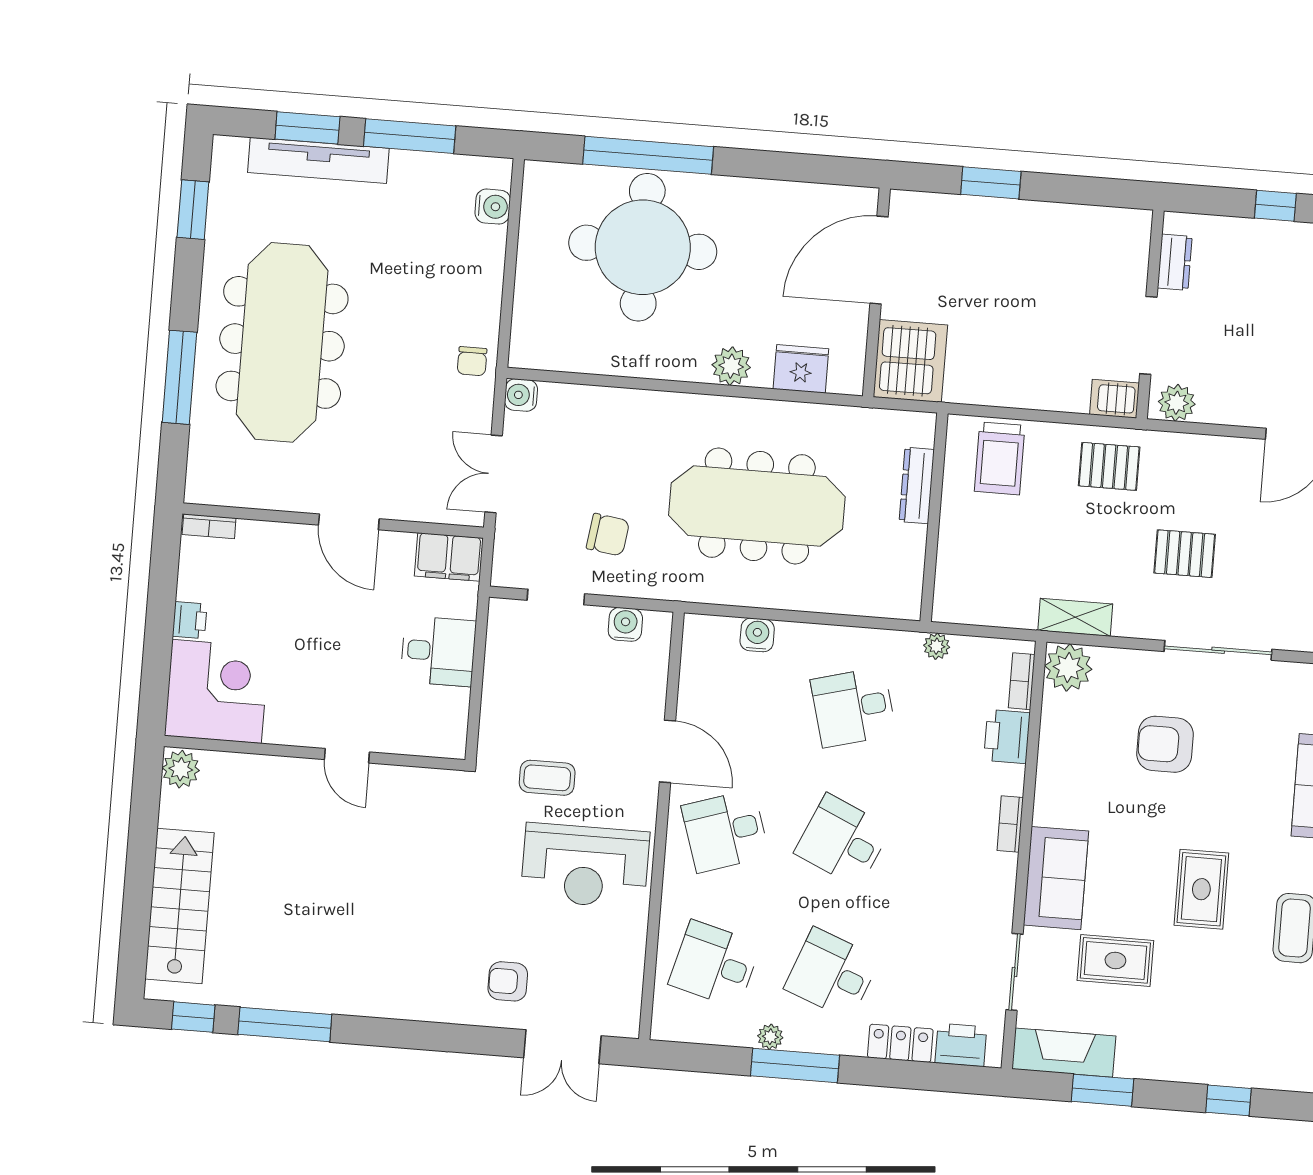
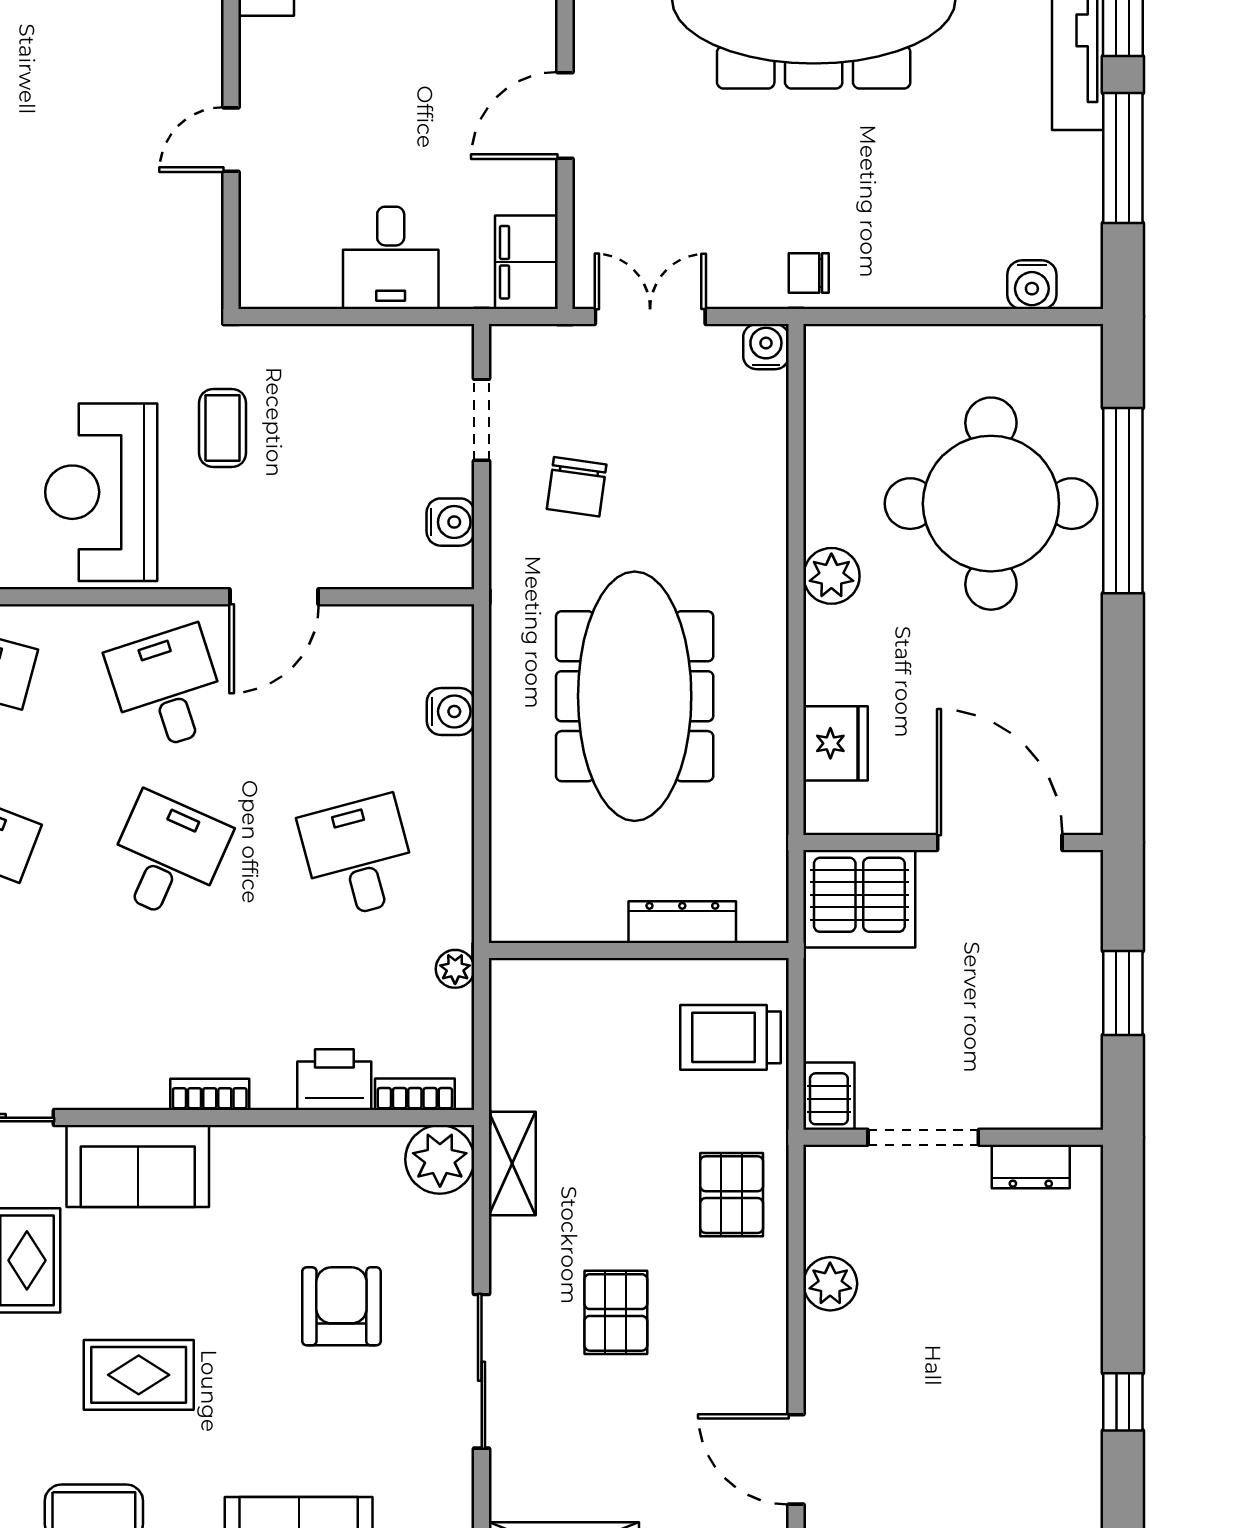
dresser: (1175, 262) -> (1031, 1167), moved
wall: (1150, 314) -> (953, 1137), moved
doorway: (1148, 335) -> (923, 1137), moved
plant: (731, 366) -> (831, 576), moved
server rack: (1114, 399) -> (829, 1096), moved

